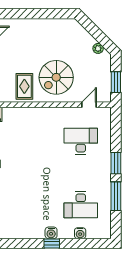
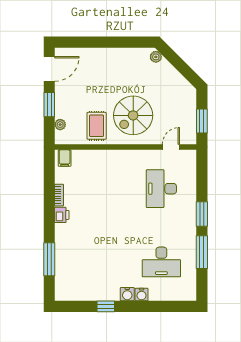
plant: (98, 48) -> (156, 57), moved
desk: (81, 141) -> (161, 189), turned -90
water cooler: (80, 233) -> (142, 295), moved
window: (52, 244) -> (106, 306), moved

